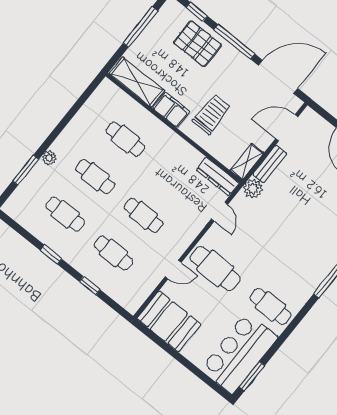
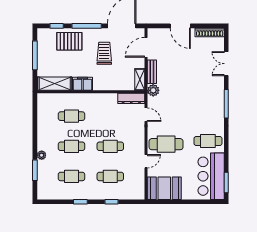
trolley: (212, 114) -> (104, 53), moved

